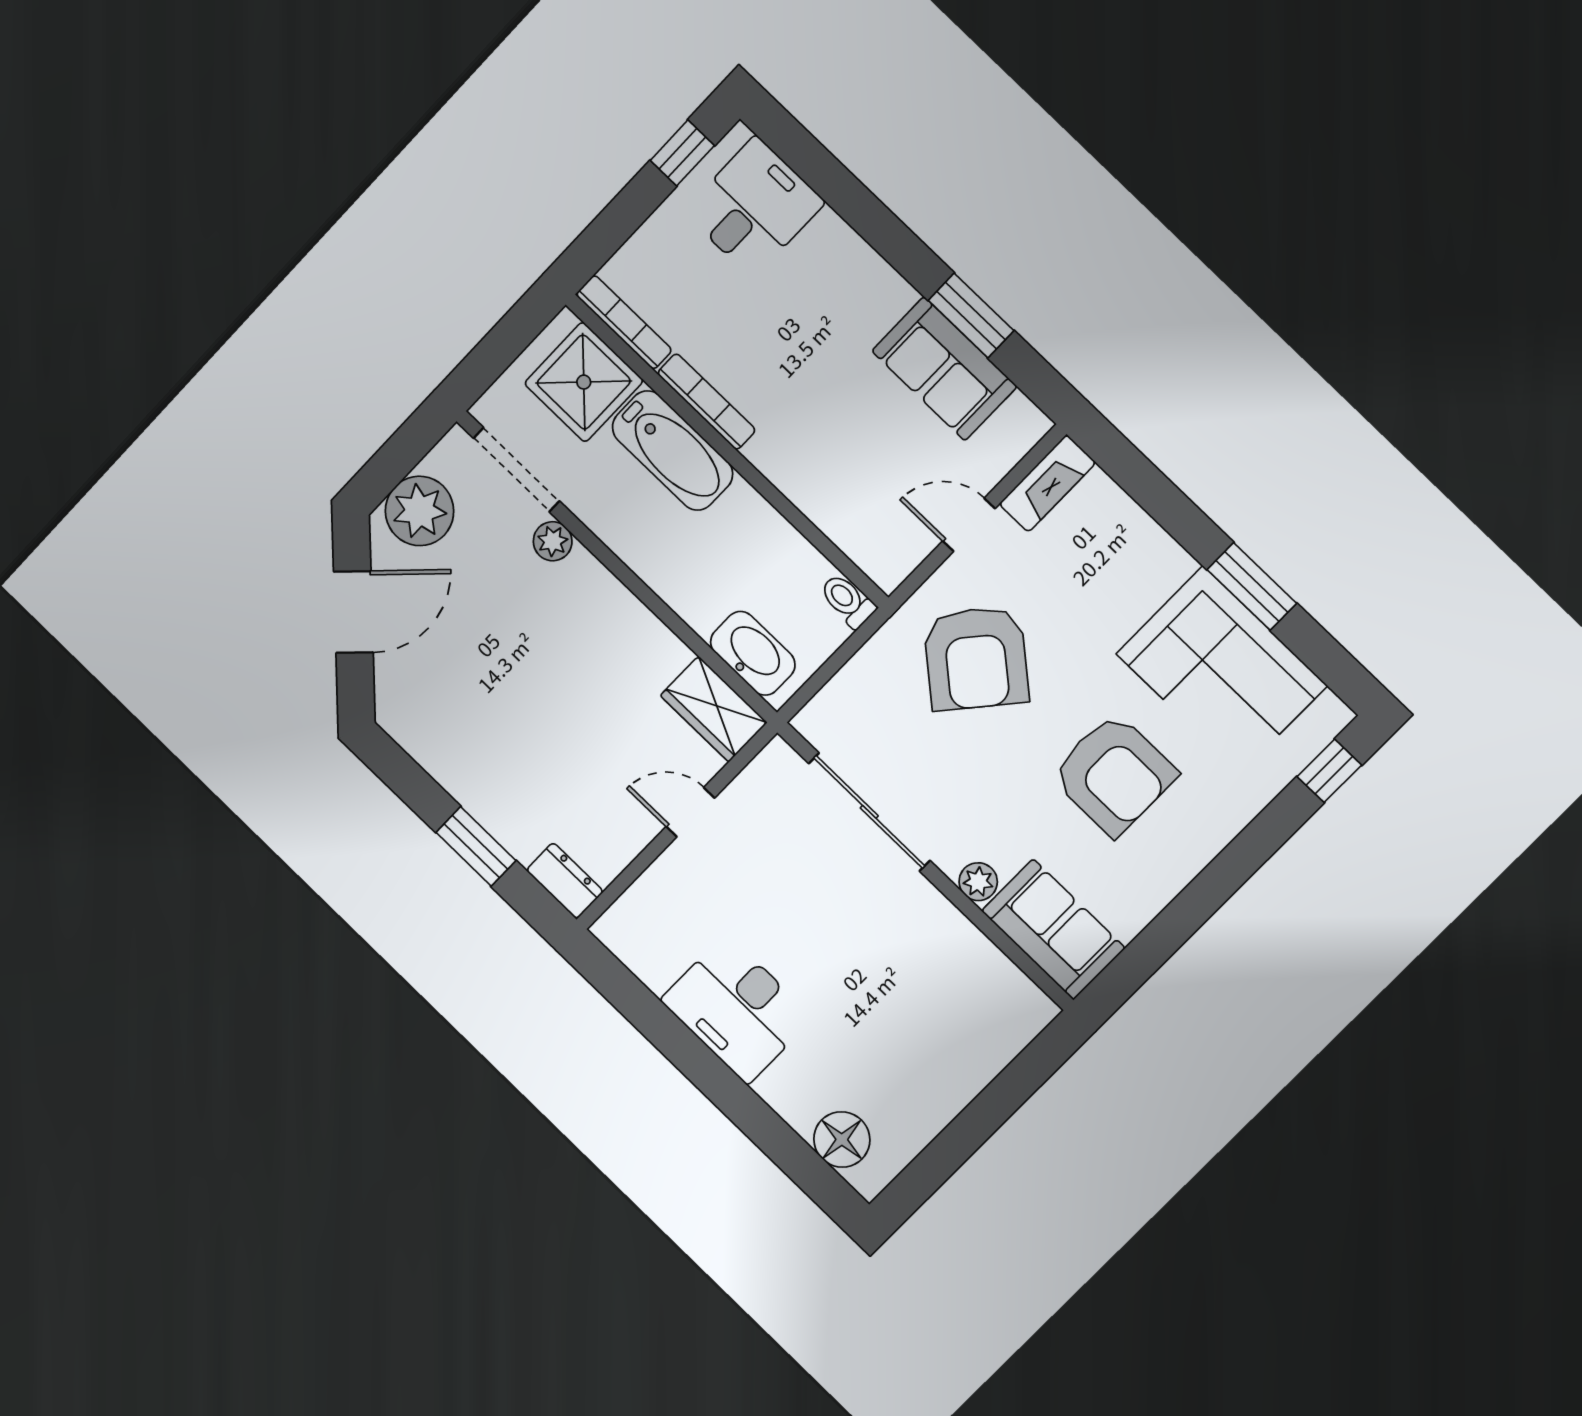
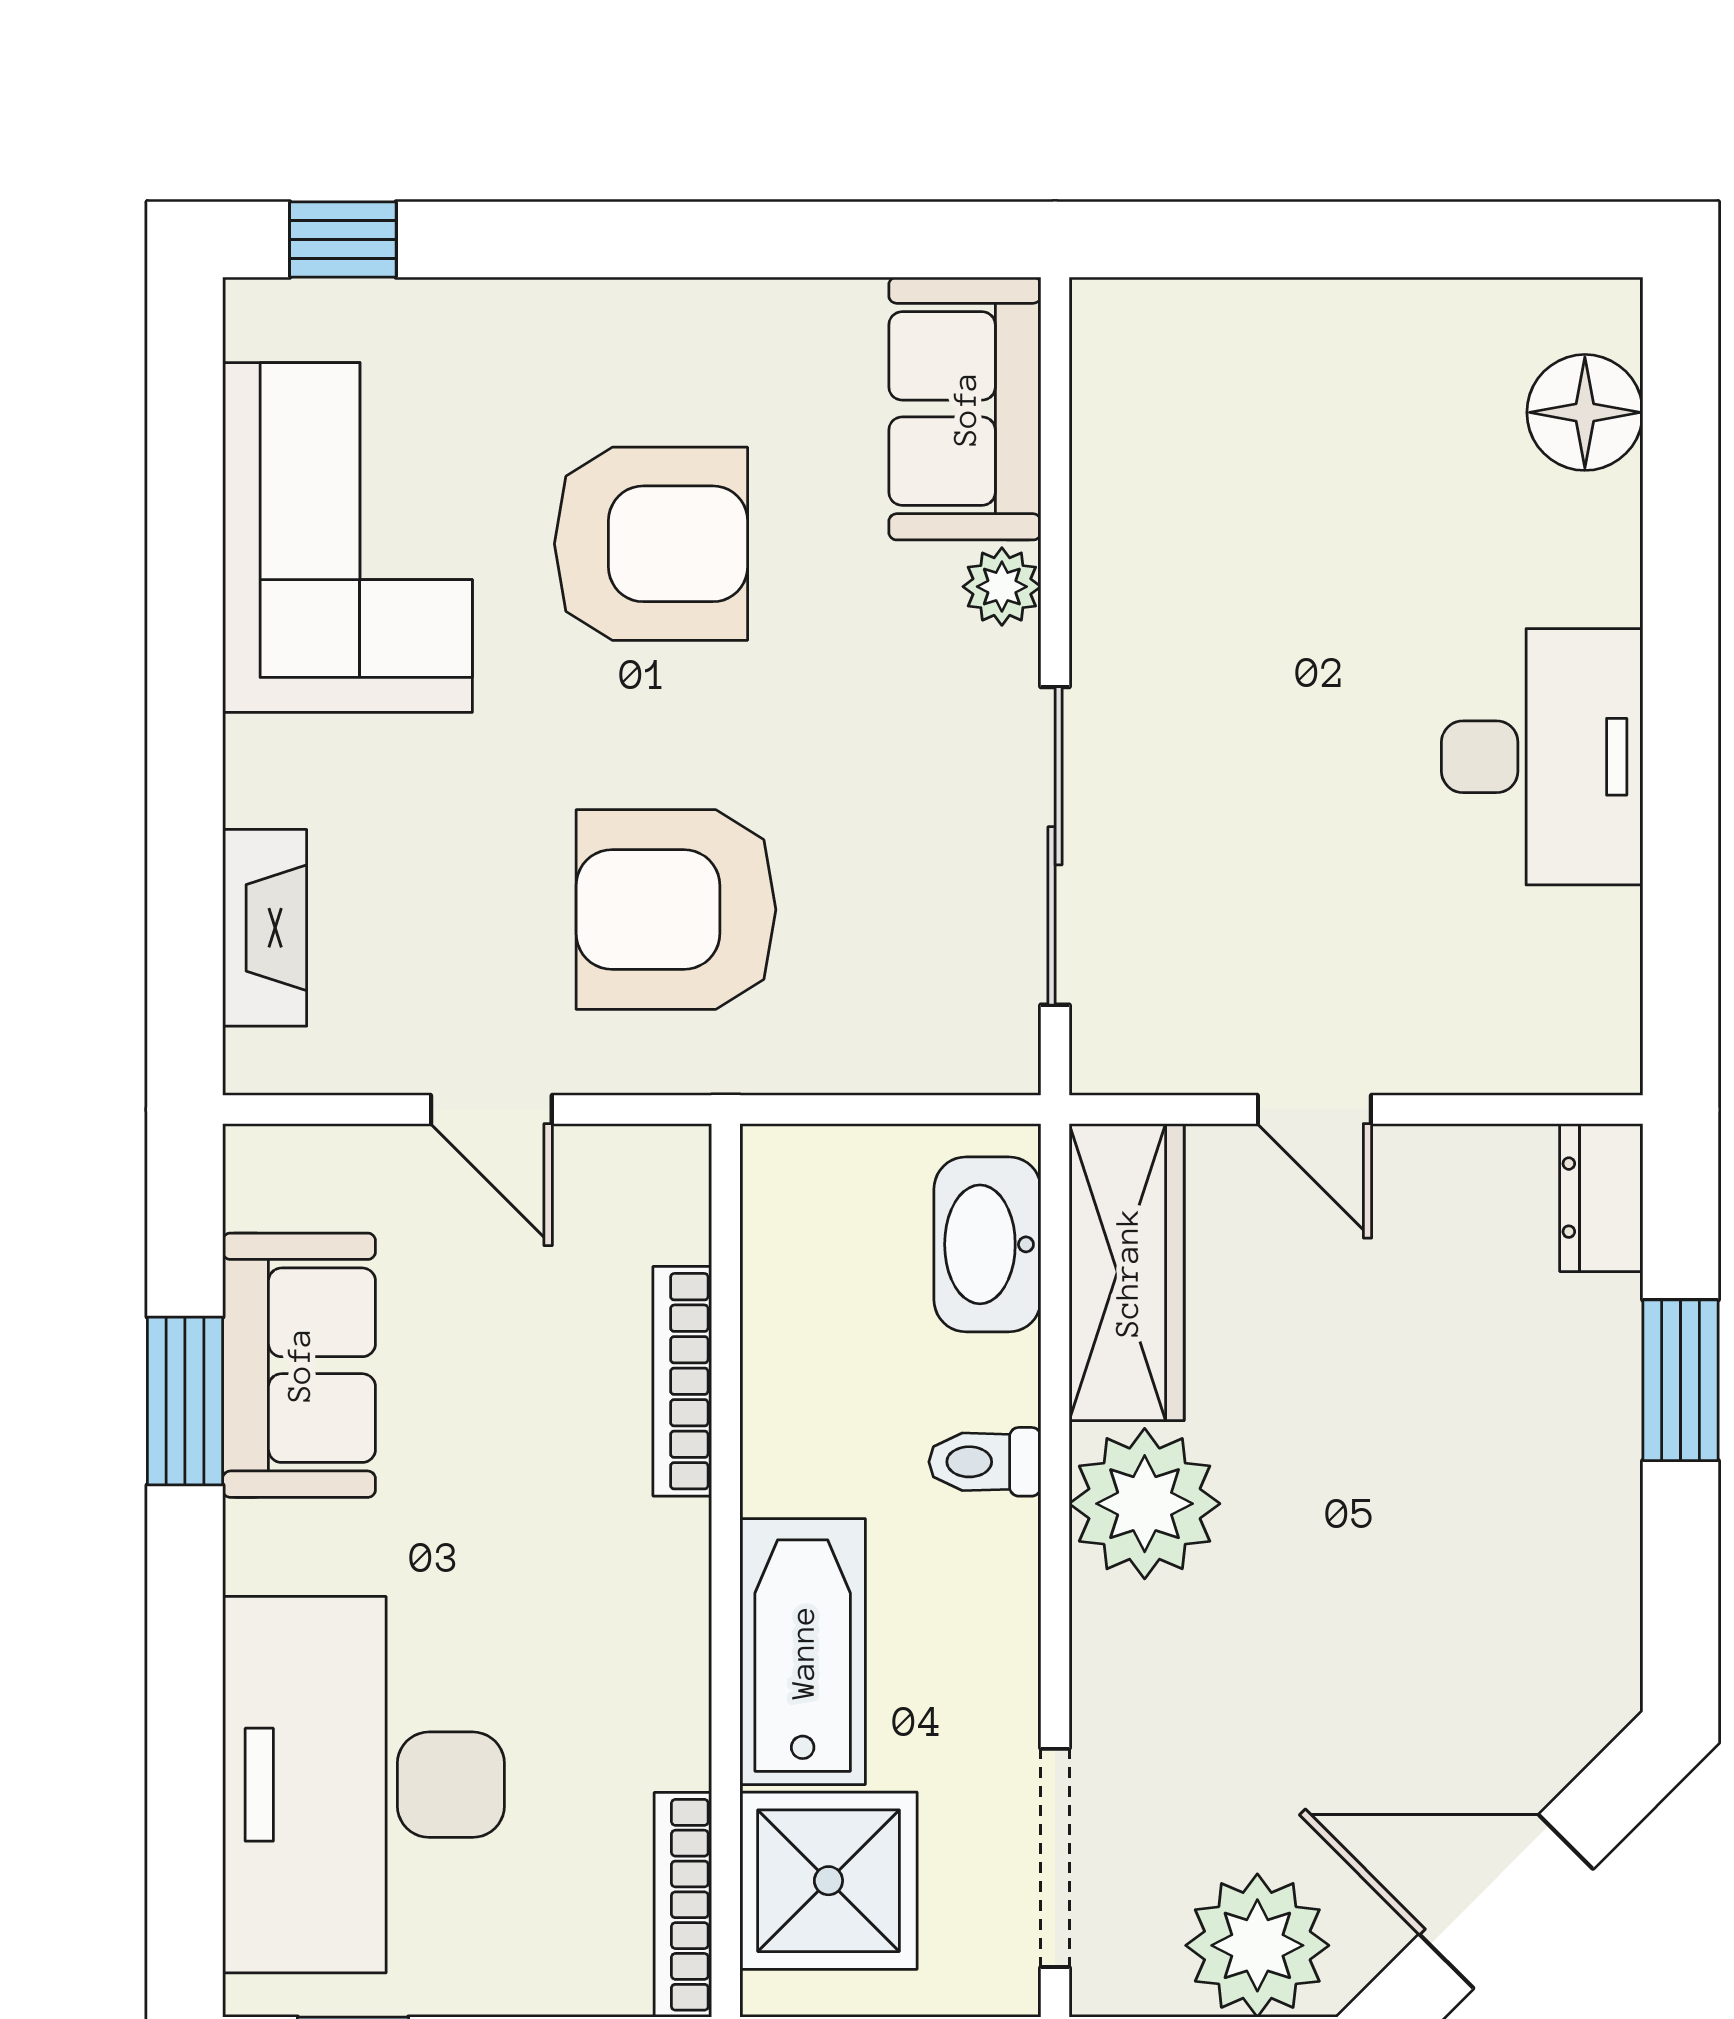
desk: (754, 207) -> (364, 1785), width x1.87, depth x1.30
bookcase: (706, 402) -> (682, 1381), moved
fireplace: (1047, 483) -> (265, 928), moved, turned 90
plant: (553, 541) -> (1145, 1504), moved, width x1.88, depth x1.88
window: (1252, 586) -> (185, 612), removed
toilet: (847, 601) -> (985, 1462), moved, turned 90
armchair: (976, 658) -> (676, 910), turned -130
wardrobe: (714, 709) -> (1127, 1272), width x1.50
armchair: (1114, 774) -> (651, 544), turned 90

